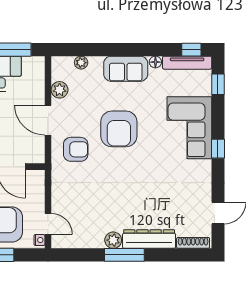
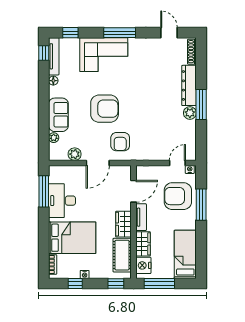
sofa: (126, 69) -> (58, 115), moved
armchair: (76, 149) -> (120, 142), turned 180
window: (218, 149) -> (120, 33), width x2.17

